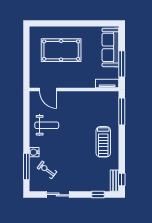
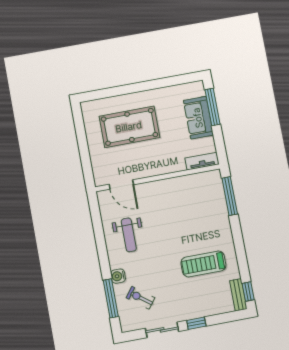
sofa: (110, 47) -> (198, 118), width x0.73
window: (122, 64) -> (212, 107), moved
weight bench: (47, 125) -> (129, 235), turned 90
treadmill: (103, 142) -> (203, 264), moved, turned 90
window: (98, 195) -> (196, 323), moved

